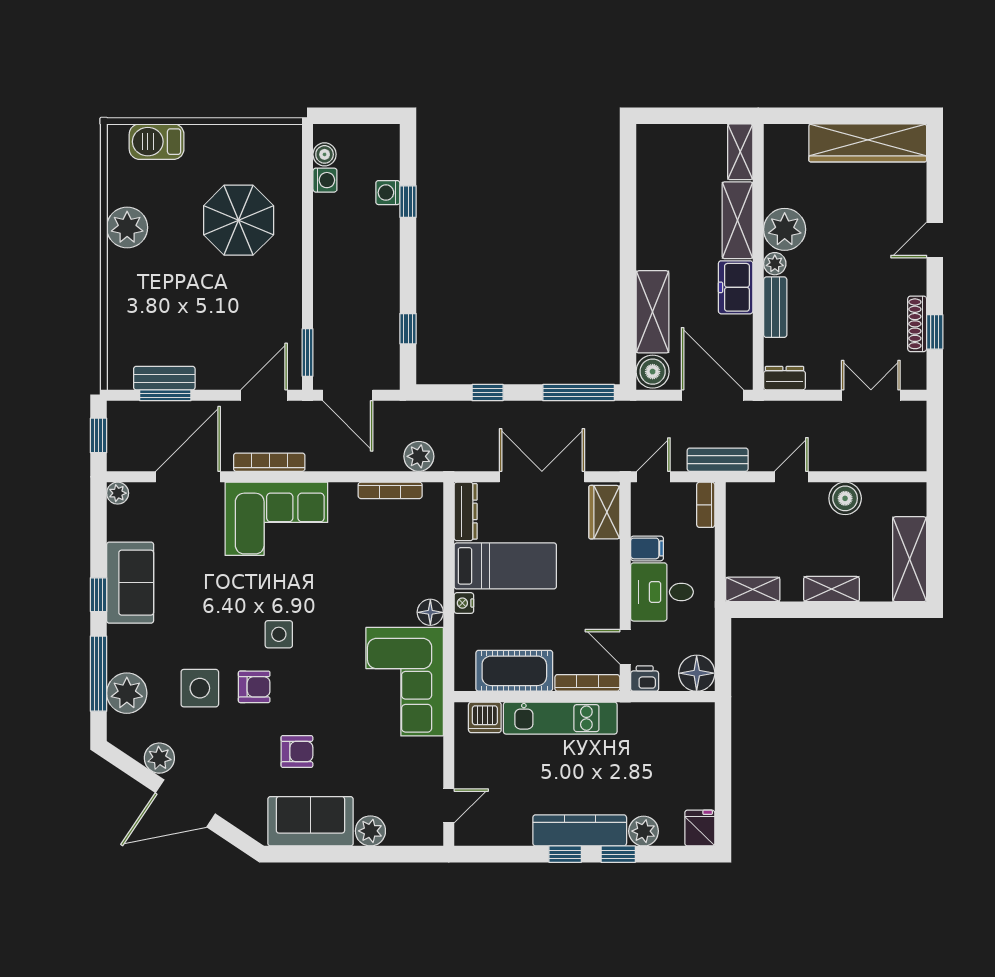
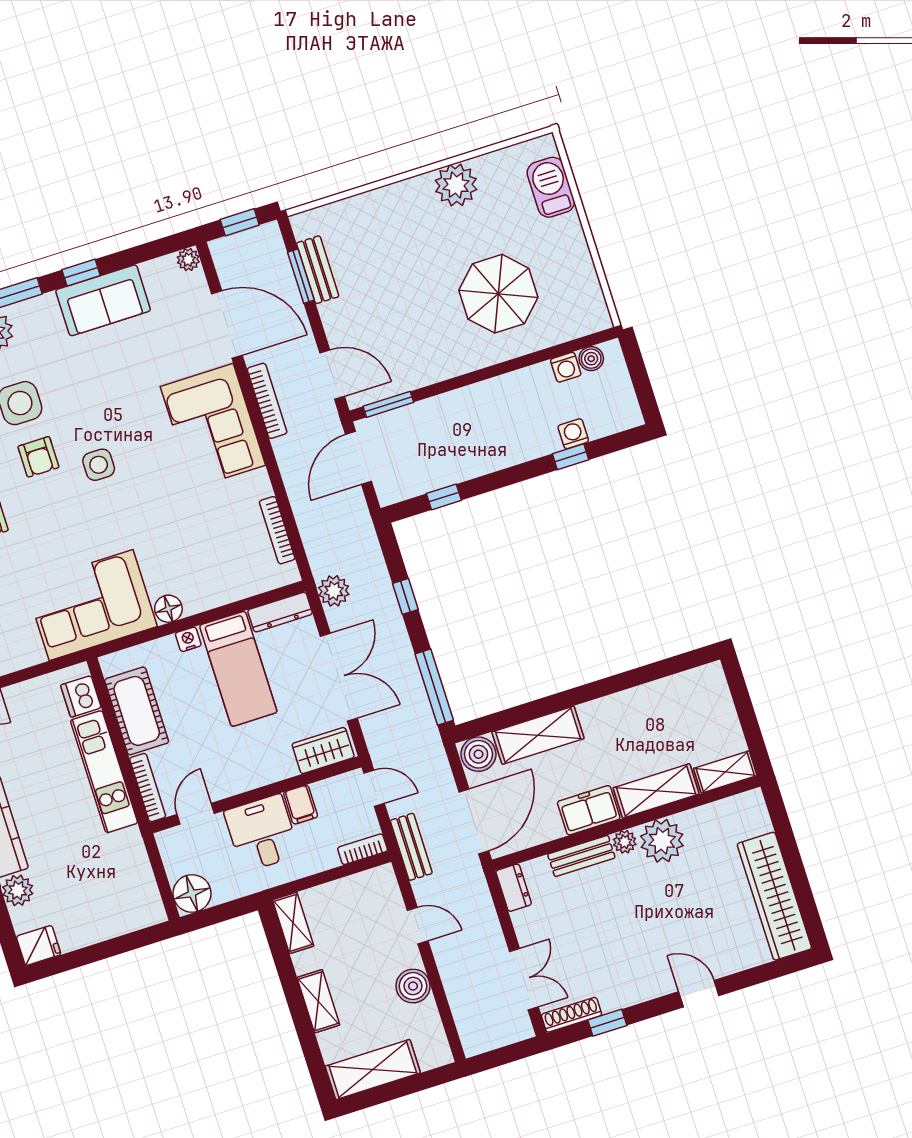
shoe rack: (917, 324) -> (572, 1015), moved
plant: (419, 456) -> (334, 591), moved
printer: (645, 678) -> (170, 843), removed

